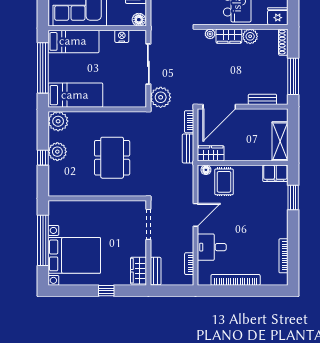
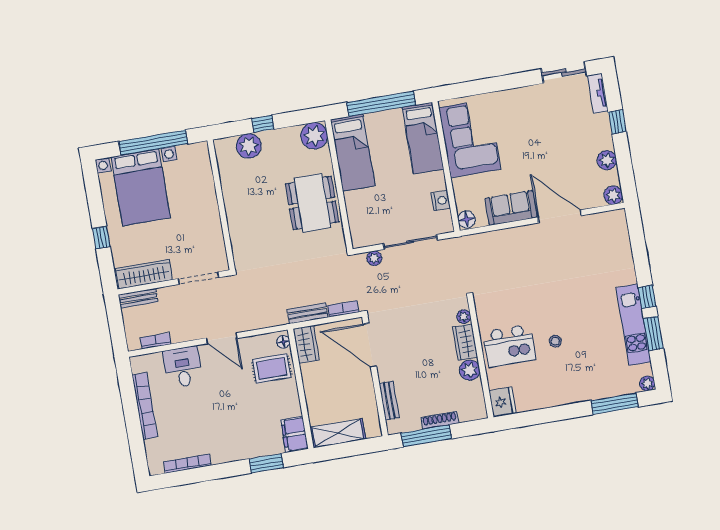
shoe rack: (283, 42) -> (440, 420), moved
plant: (161, 97) -> (374, 258), width x0.53, depth x0.53
plant: (57, 152) -> (249, 146), moved
dining table: (112, 158) -> (312, 203), moved, turned 90
wardrobe: (139, 271) -> (144, 274), width x1.50

